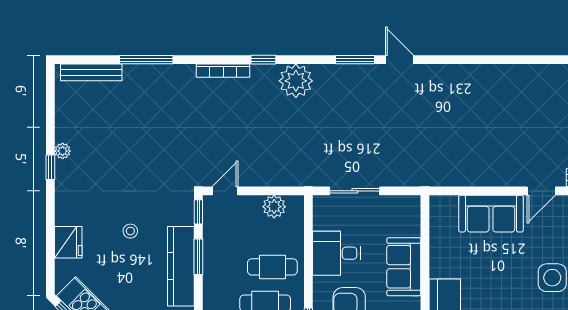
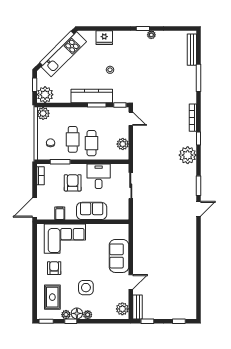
door: (541, 191) -> (131, 282), swing flipped

